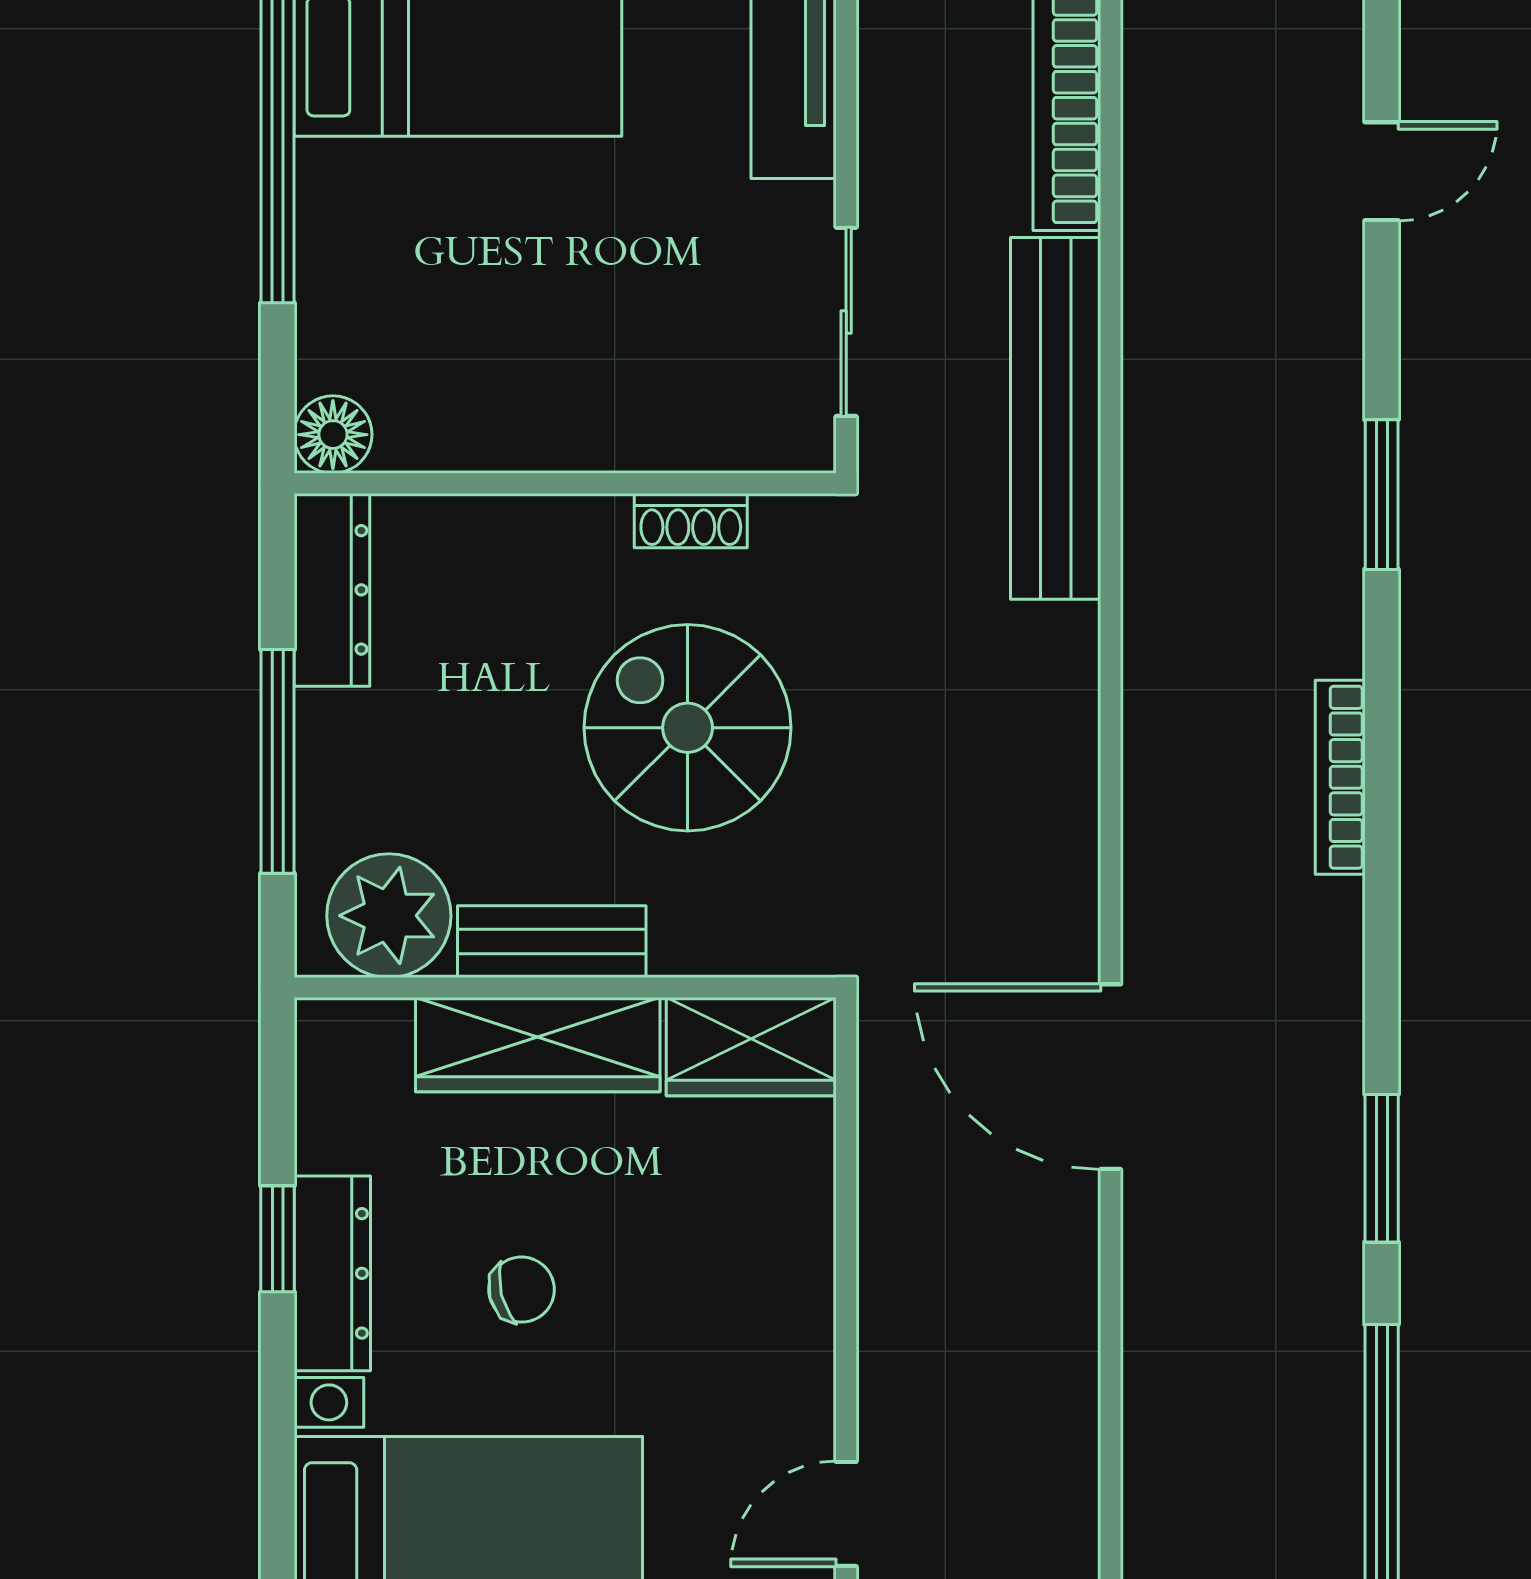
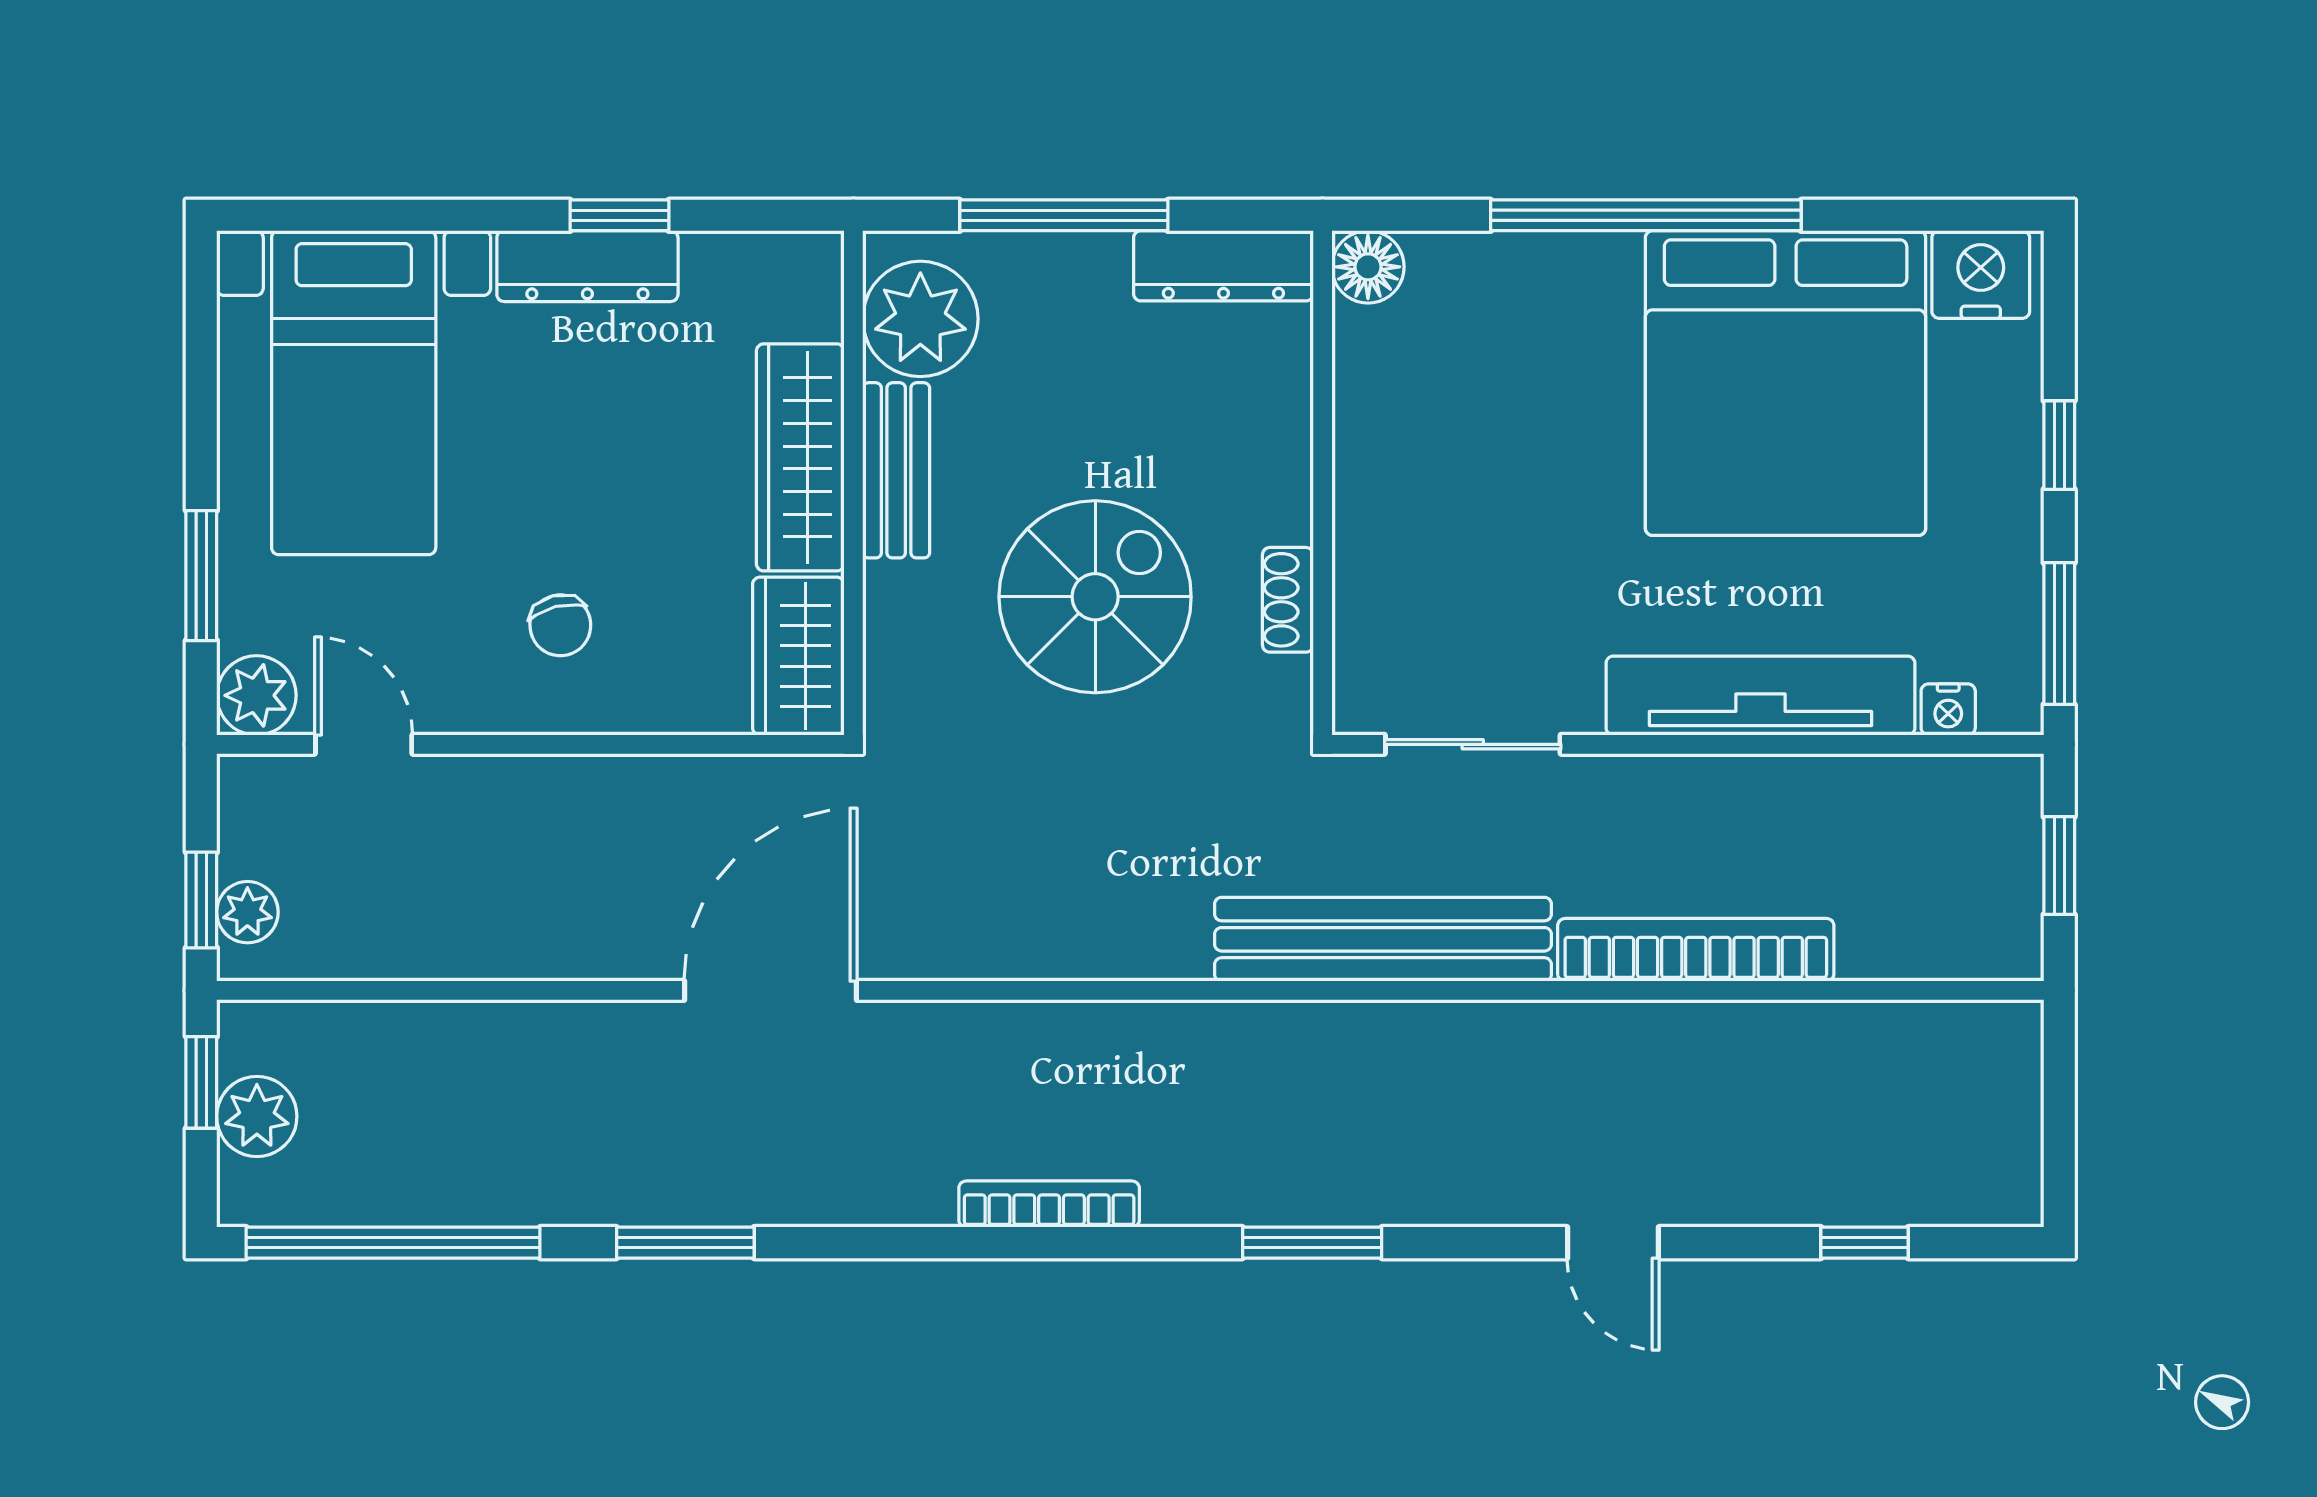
chair: (522, 1290) -> (560, 625), moved

